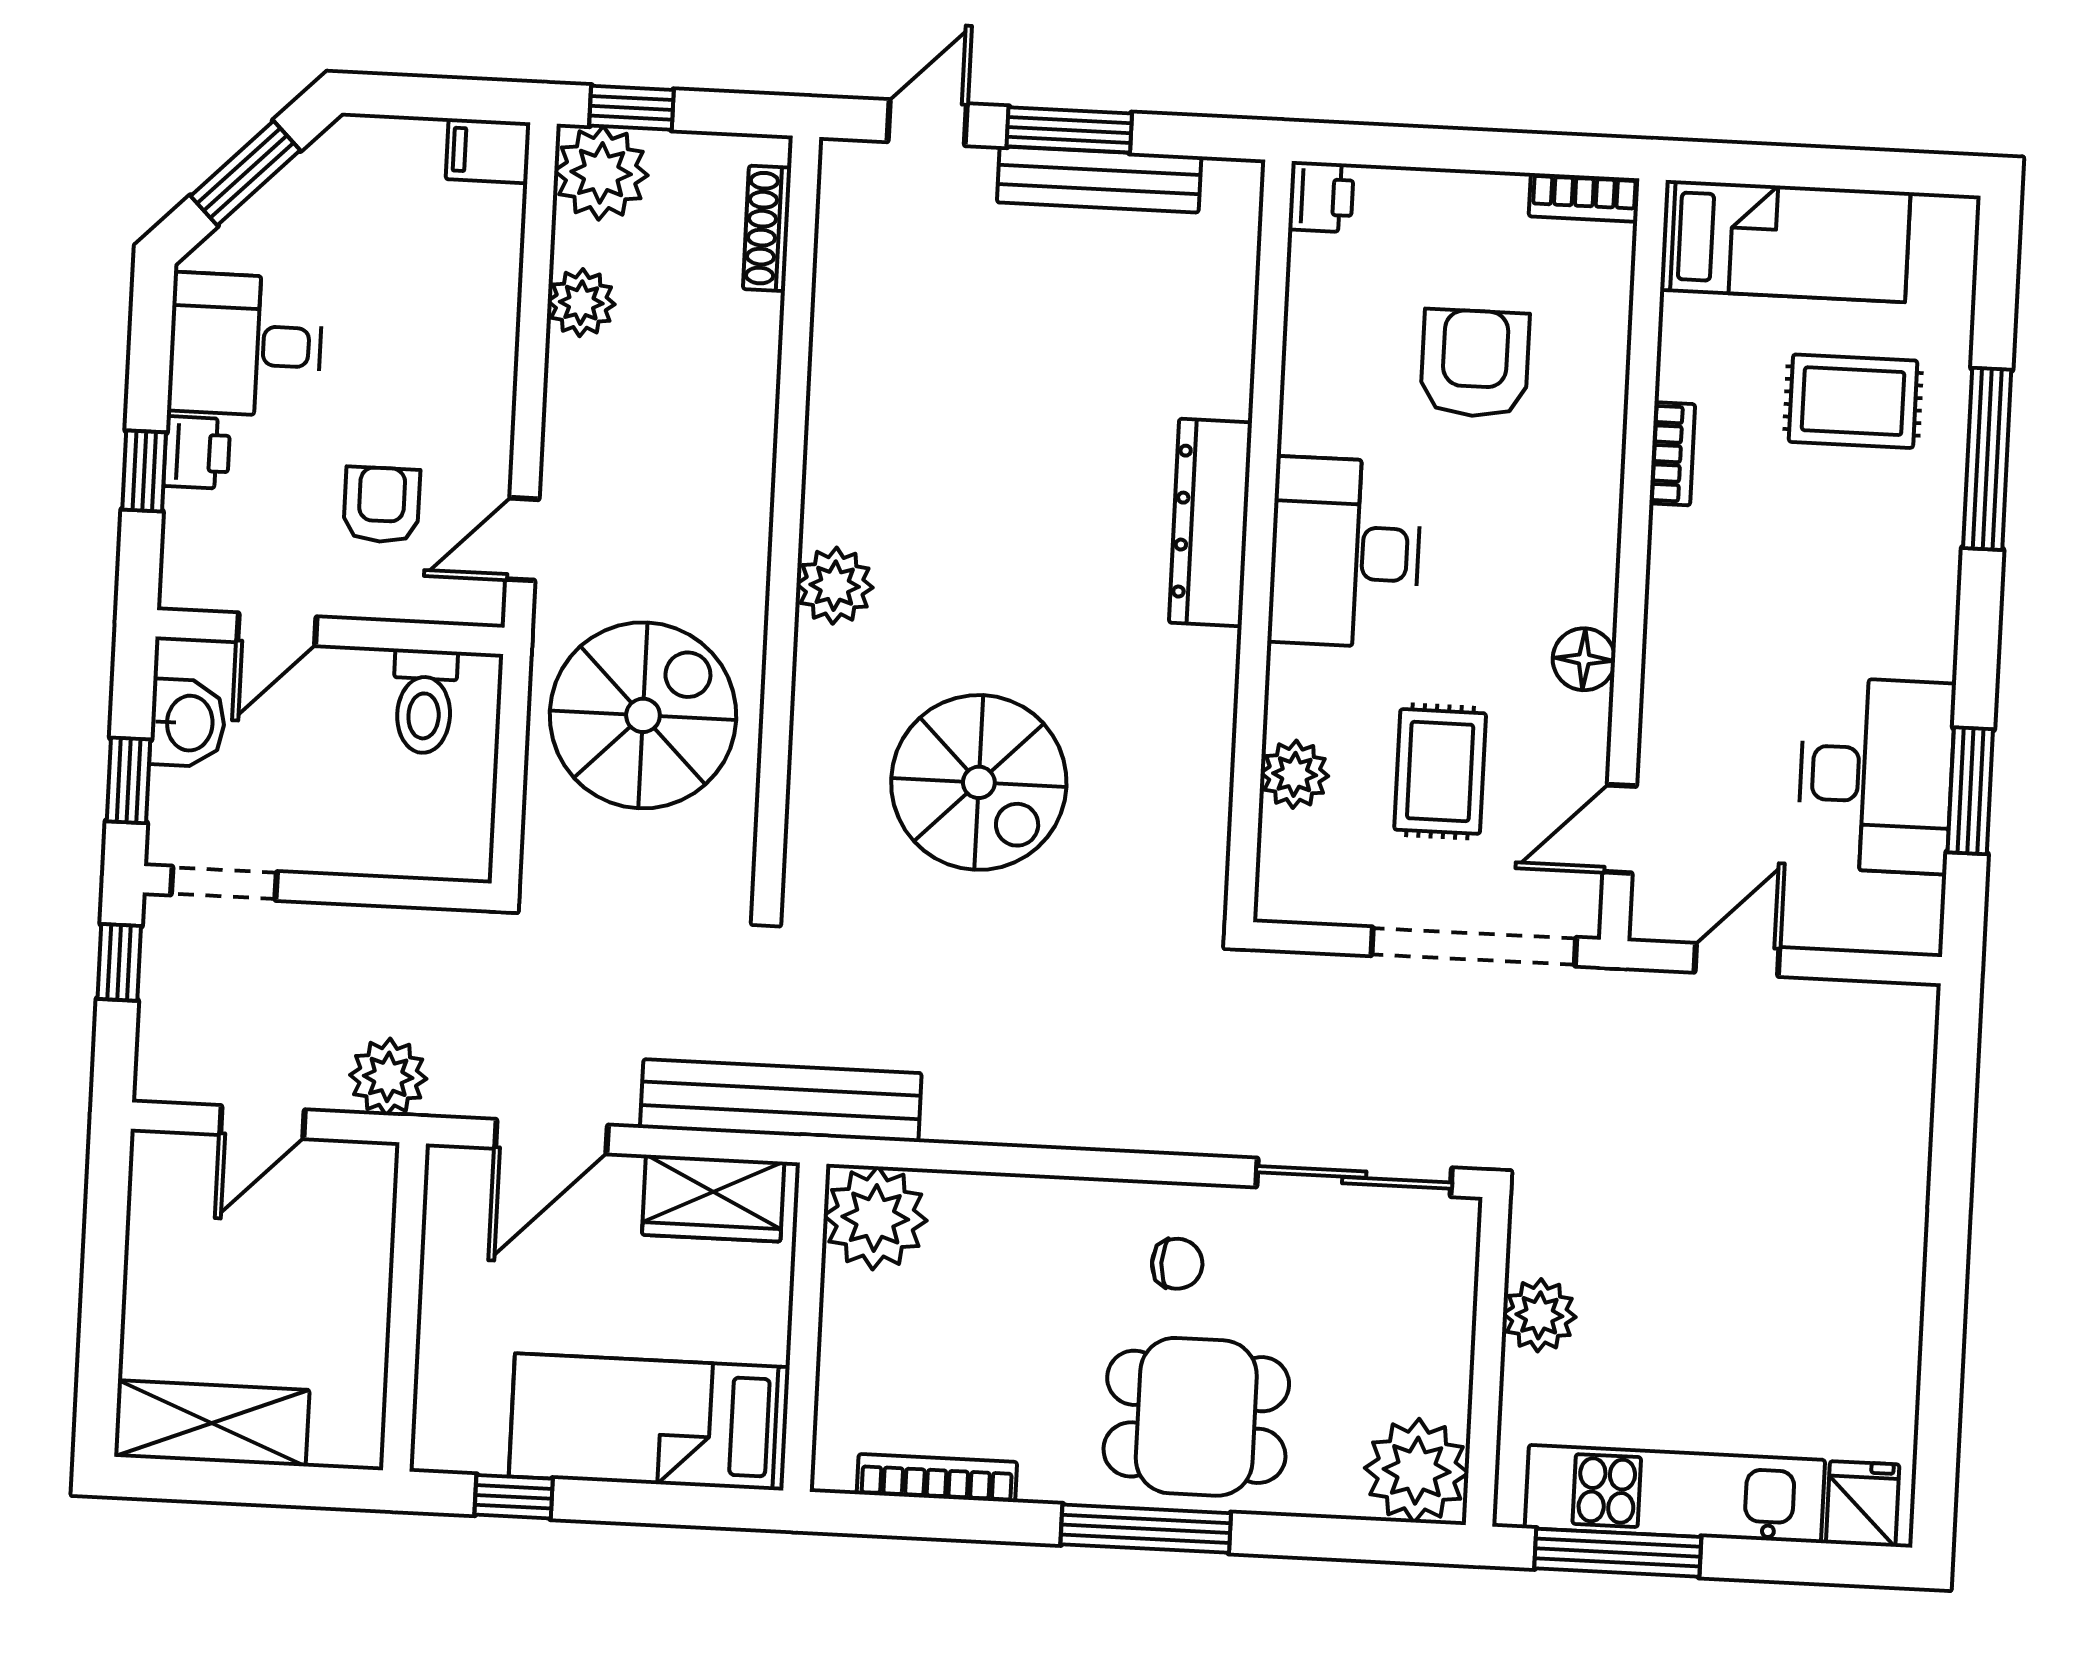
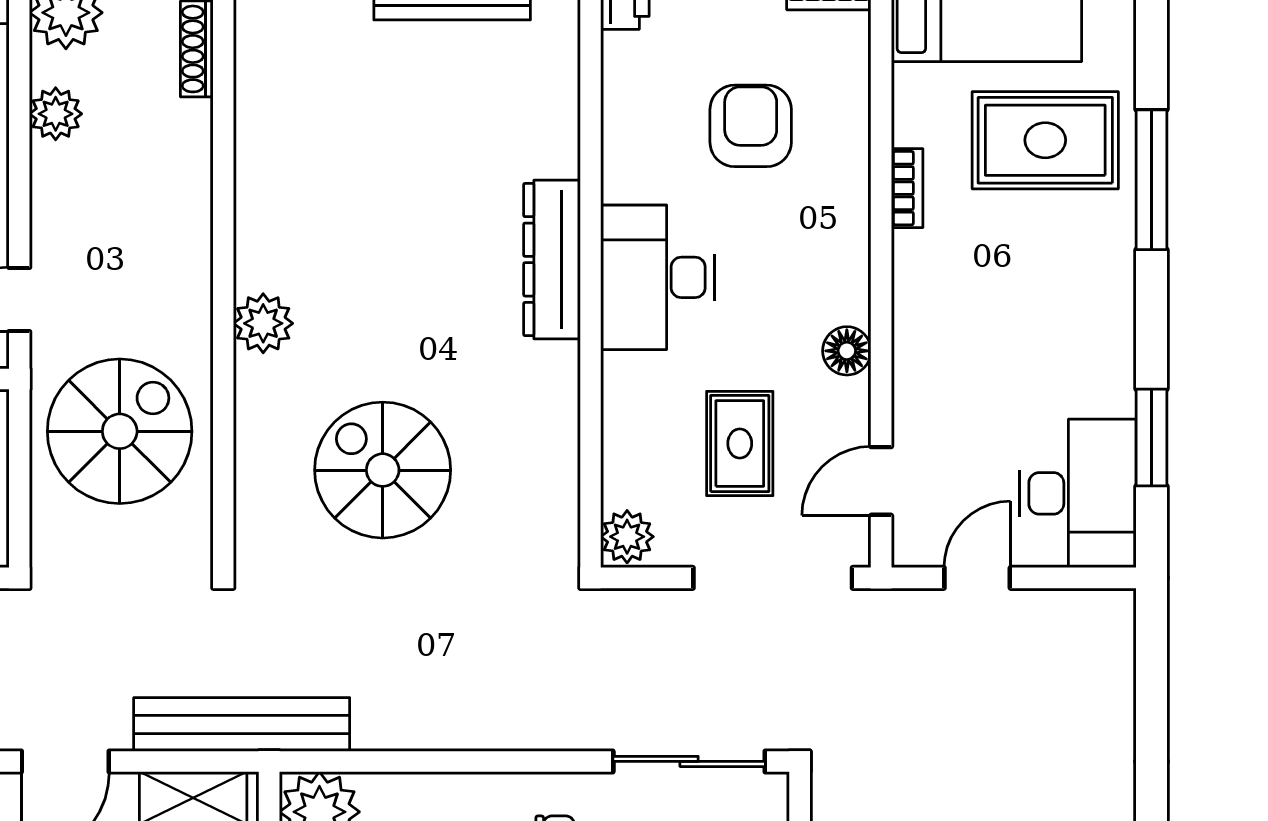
rug: (1853, 401) -> (1045, 140), width x1.36, depth x1.43
plant: (1295, 774) -> (627, 537), moved
desk: (1876, 775) -> (1078, 493), moved
spiral stairs: (979, 782) -> (383, 470), turned 180

